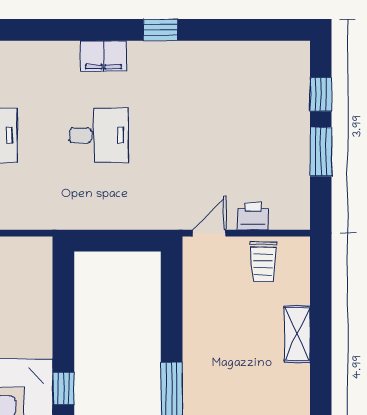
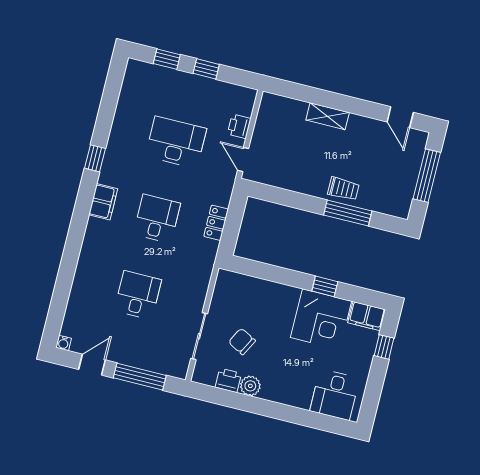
desk: (210, 135) -> (176, 142), added
window: (321, 152) -> (206, 69), width x0.67
locker: (113, 218) -> (216, 223), added
trolley: (263, 261) -> (343, 189), moved

